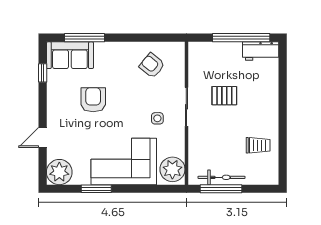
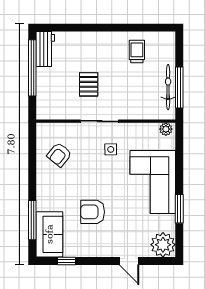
plant: (172, 169) -> (166, 129), width x0.53, depth x0.53

